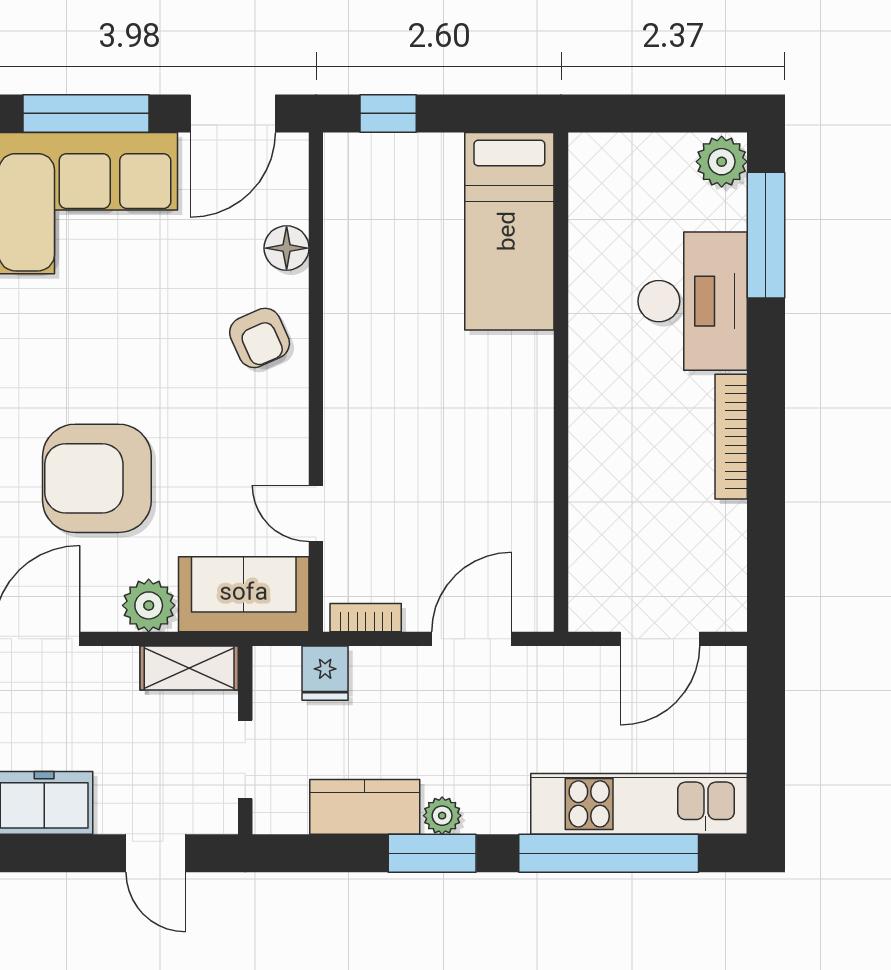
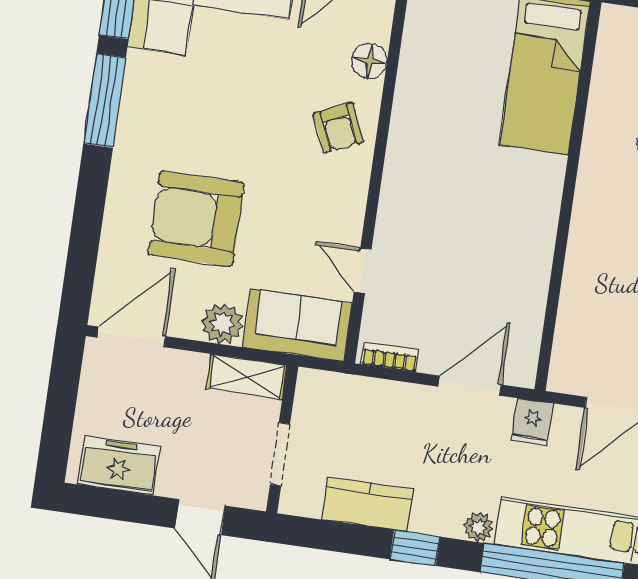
fridge: (325, 673) -> (532, 422), moved
plant: (442, 816) -> (478, 527), moved
window: (432, 853) -> (415, 548), width x0.67

